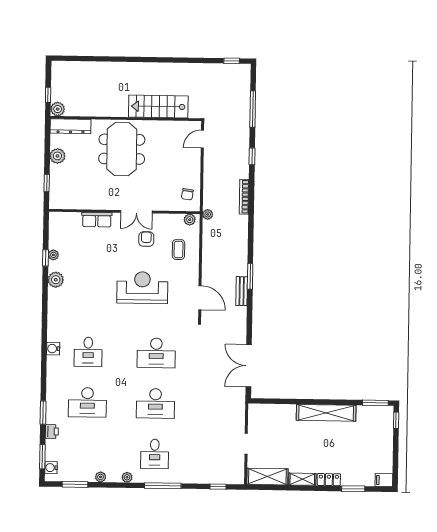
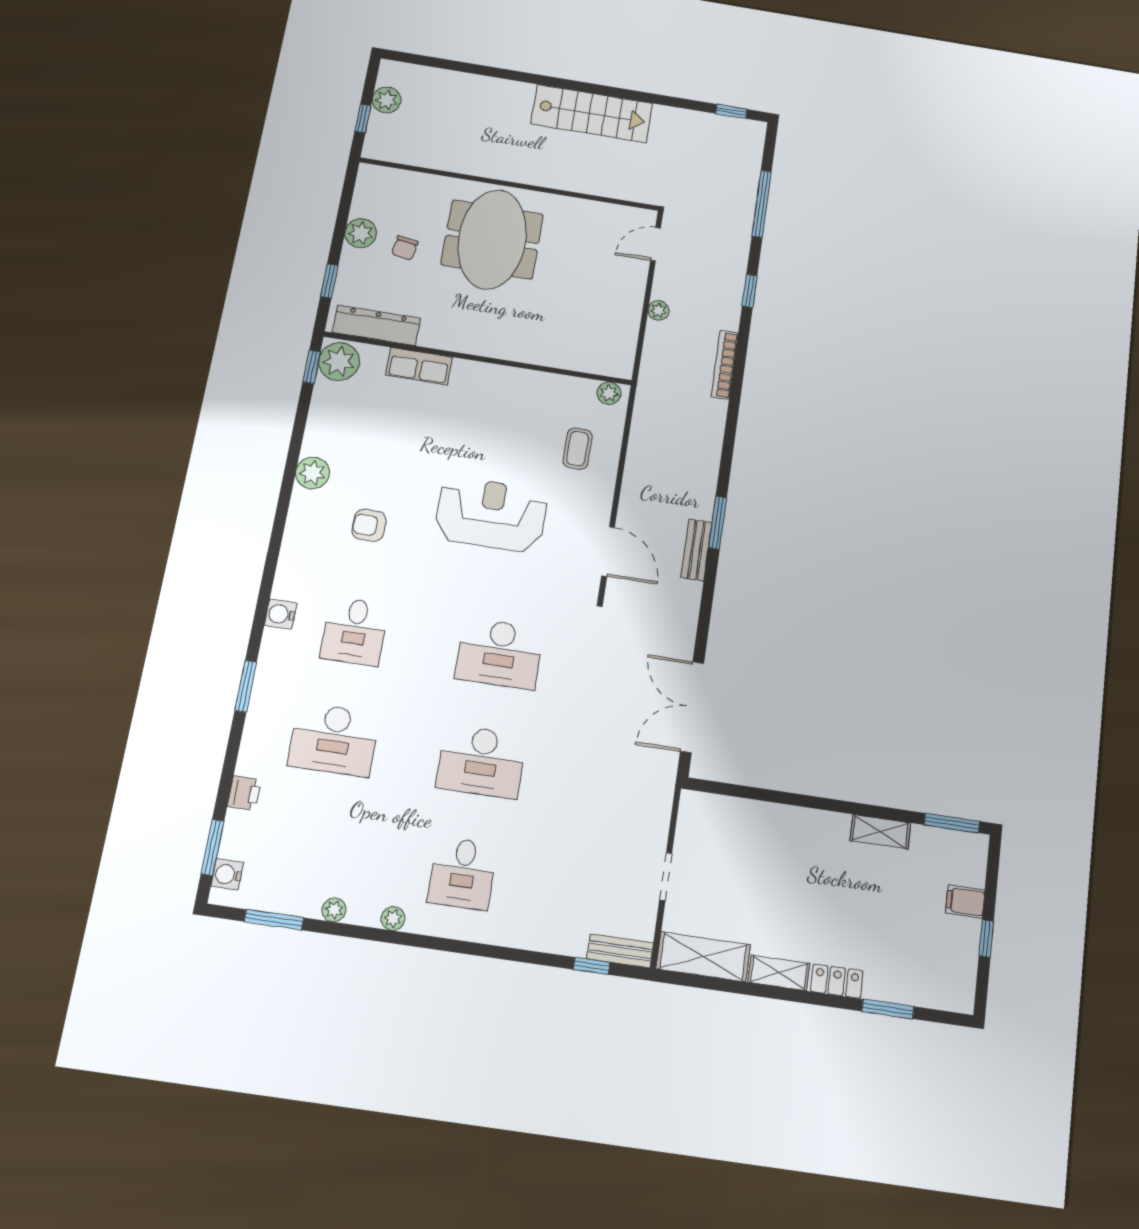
stairs: (158, 107) -> (592, 114), moved, turned 180
plant: (58, 109) -> (387, 100), moved
dresser: (71, 126) -> (376, 325), moved, turned 180
chair: (187, 194) -> (405, 248), moved
double door: (136, 212) -> (503, 362), removed
plant: (208, 214) -> (658, 310), moved
armchair: (146, 239) -> (369, 525), moved, turned -90
plant: (53, 255) -> (339, 362), moved, width x1.88, depth x1.88
window: (46, 258) -> (312, 367), moved
window: (43, 413) -> (246, 686), moved
shelving: (326, 413) -> (880, 832), width x0.45, depth x0.75
window: (396, 420) -> (986, 938), moved
bench: (230, 479) -> (620, 951), added
filing cabinet: (384, 480) -> (965, 902), moved
window: (163, 486) -> (469, 948), removed

